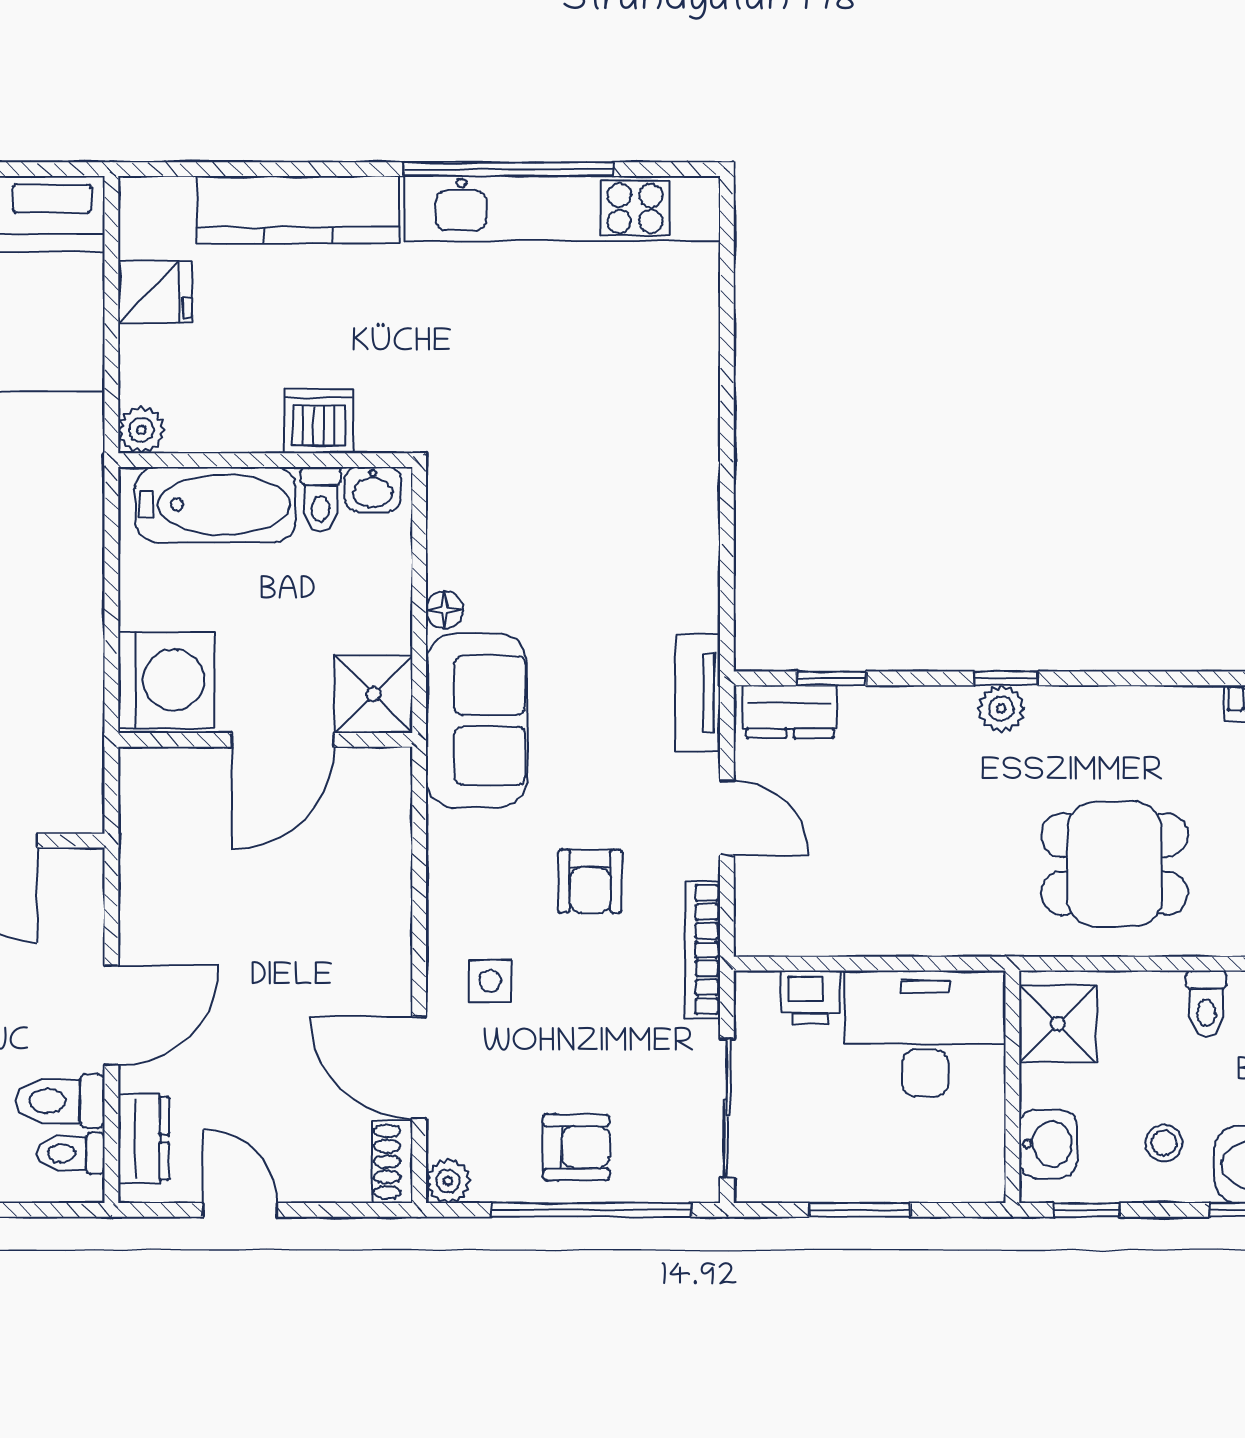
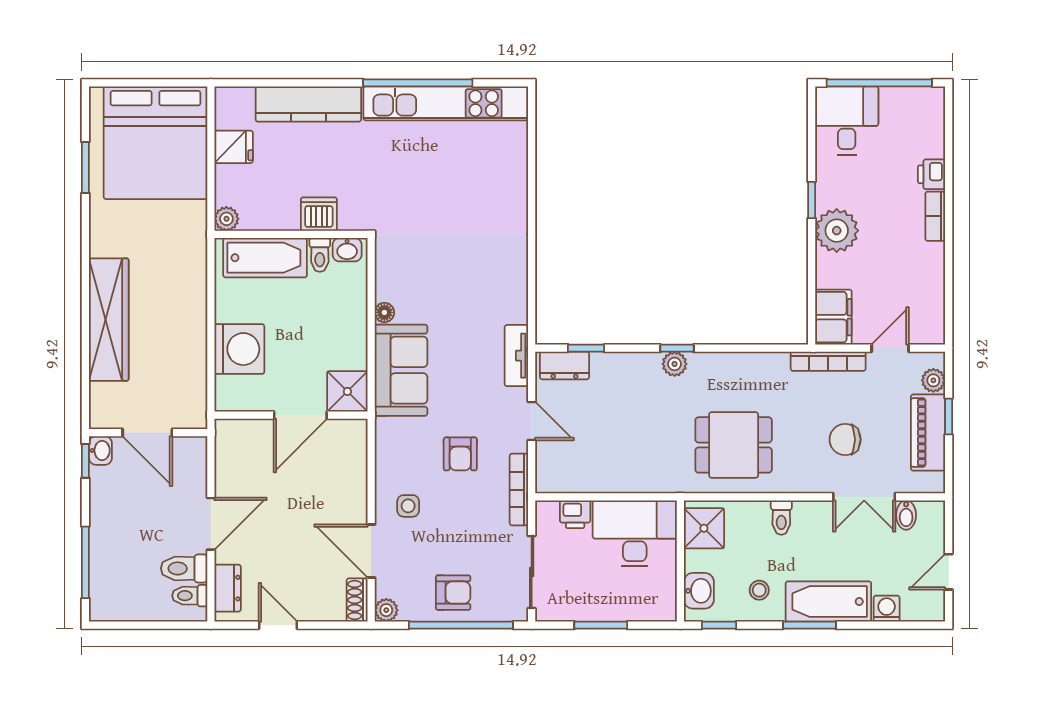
shower: (373, 694) -> (347, 391), moved
wall: (265, 740) -> (291, 415), moved
door: (283, 740) -> (300, 415), moved

